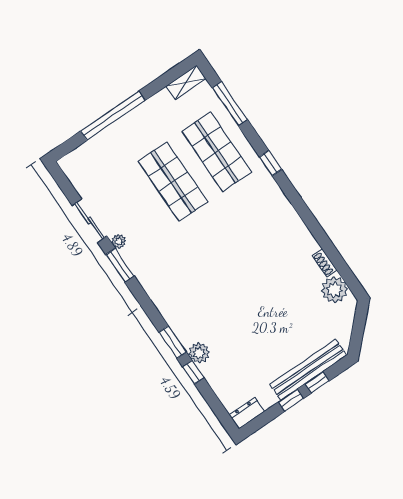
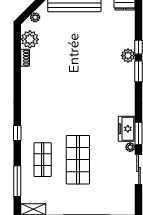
shop shelf: (217, 152) -> (43, 160), width x0.70, depth x0.74
freezer: (139, 261) -> (127, 129), added
plant: (346, 321) -> (35, 17), added

